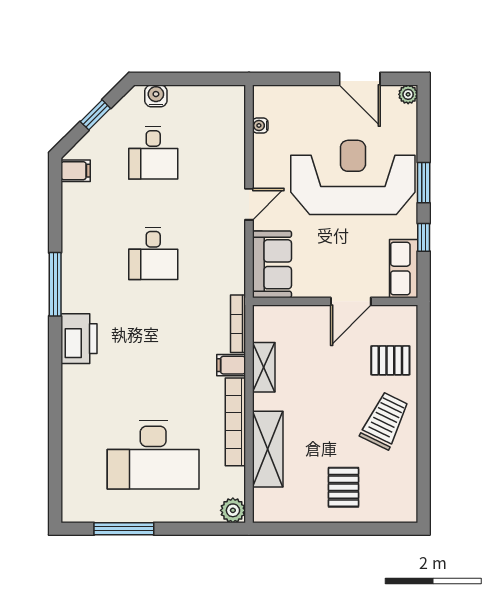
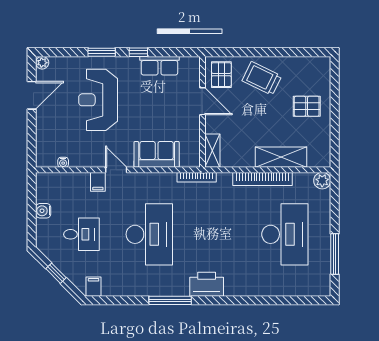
water cooler: (156, 96) -> (43, 211), moved
reception desk: (353, 177) -> (98, 100), width x0.74, depth x0.77
desk: (153, 253) -> (149, 234), width x1.87, depth x1.30
wall: (335, 301) -> (202, 112), moved
door: (351, 301) -> (202, 101), moved
filing cabinet: (231, 365) -> (98, 182), moved
shelving: (264, 367) -> (212, 151), moved, turned 90

